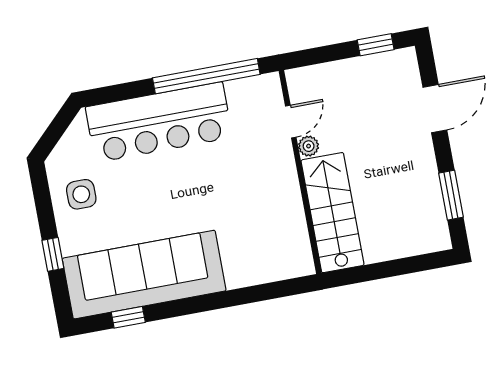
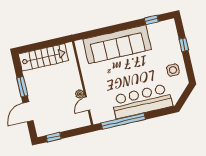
window: (451, 195) -> (22, 87), moved
stairs: (333, 213) -> (43, 57), moved, turned -90
sofa: (144, 275) -> (117, 44), moved

